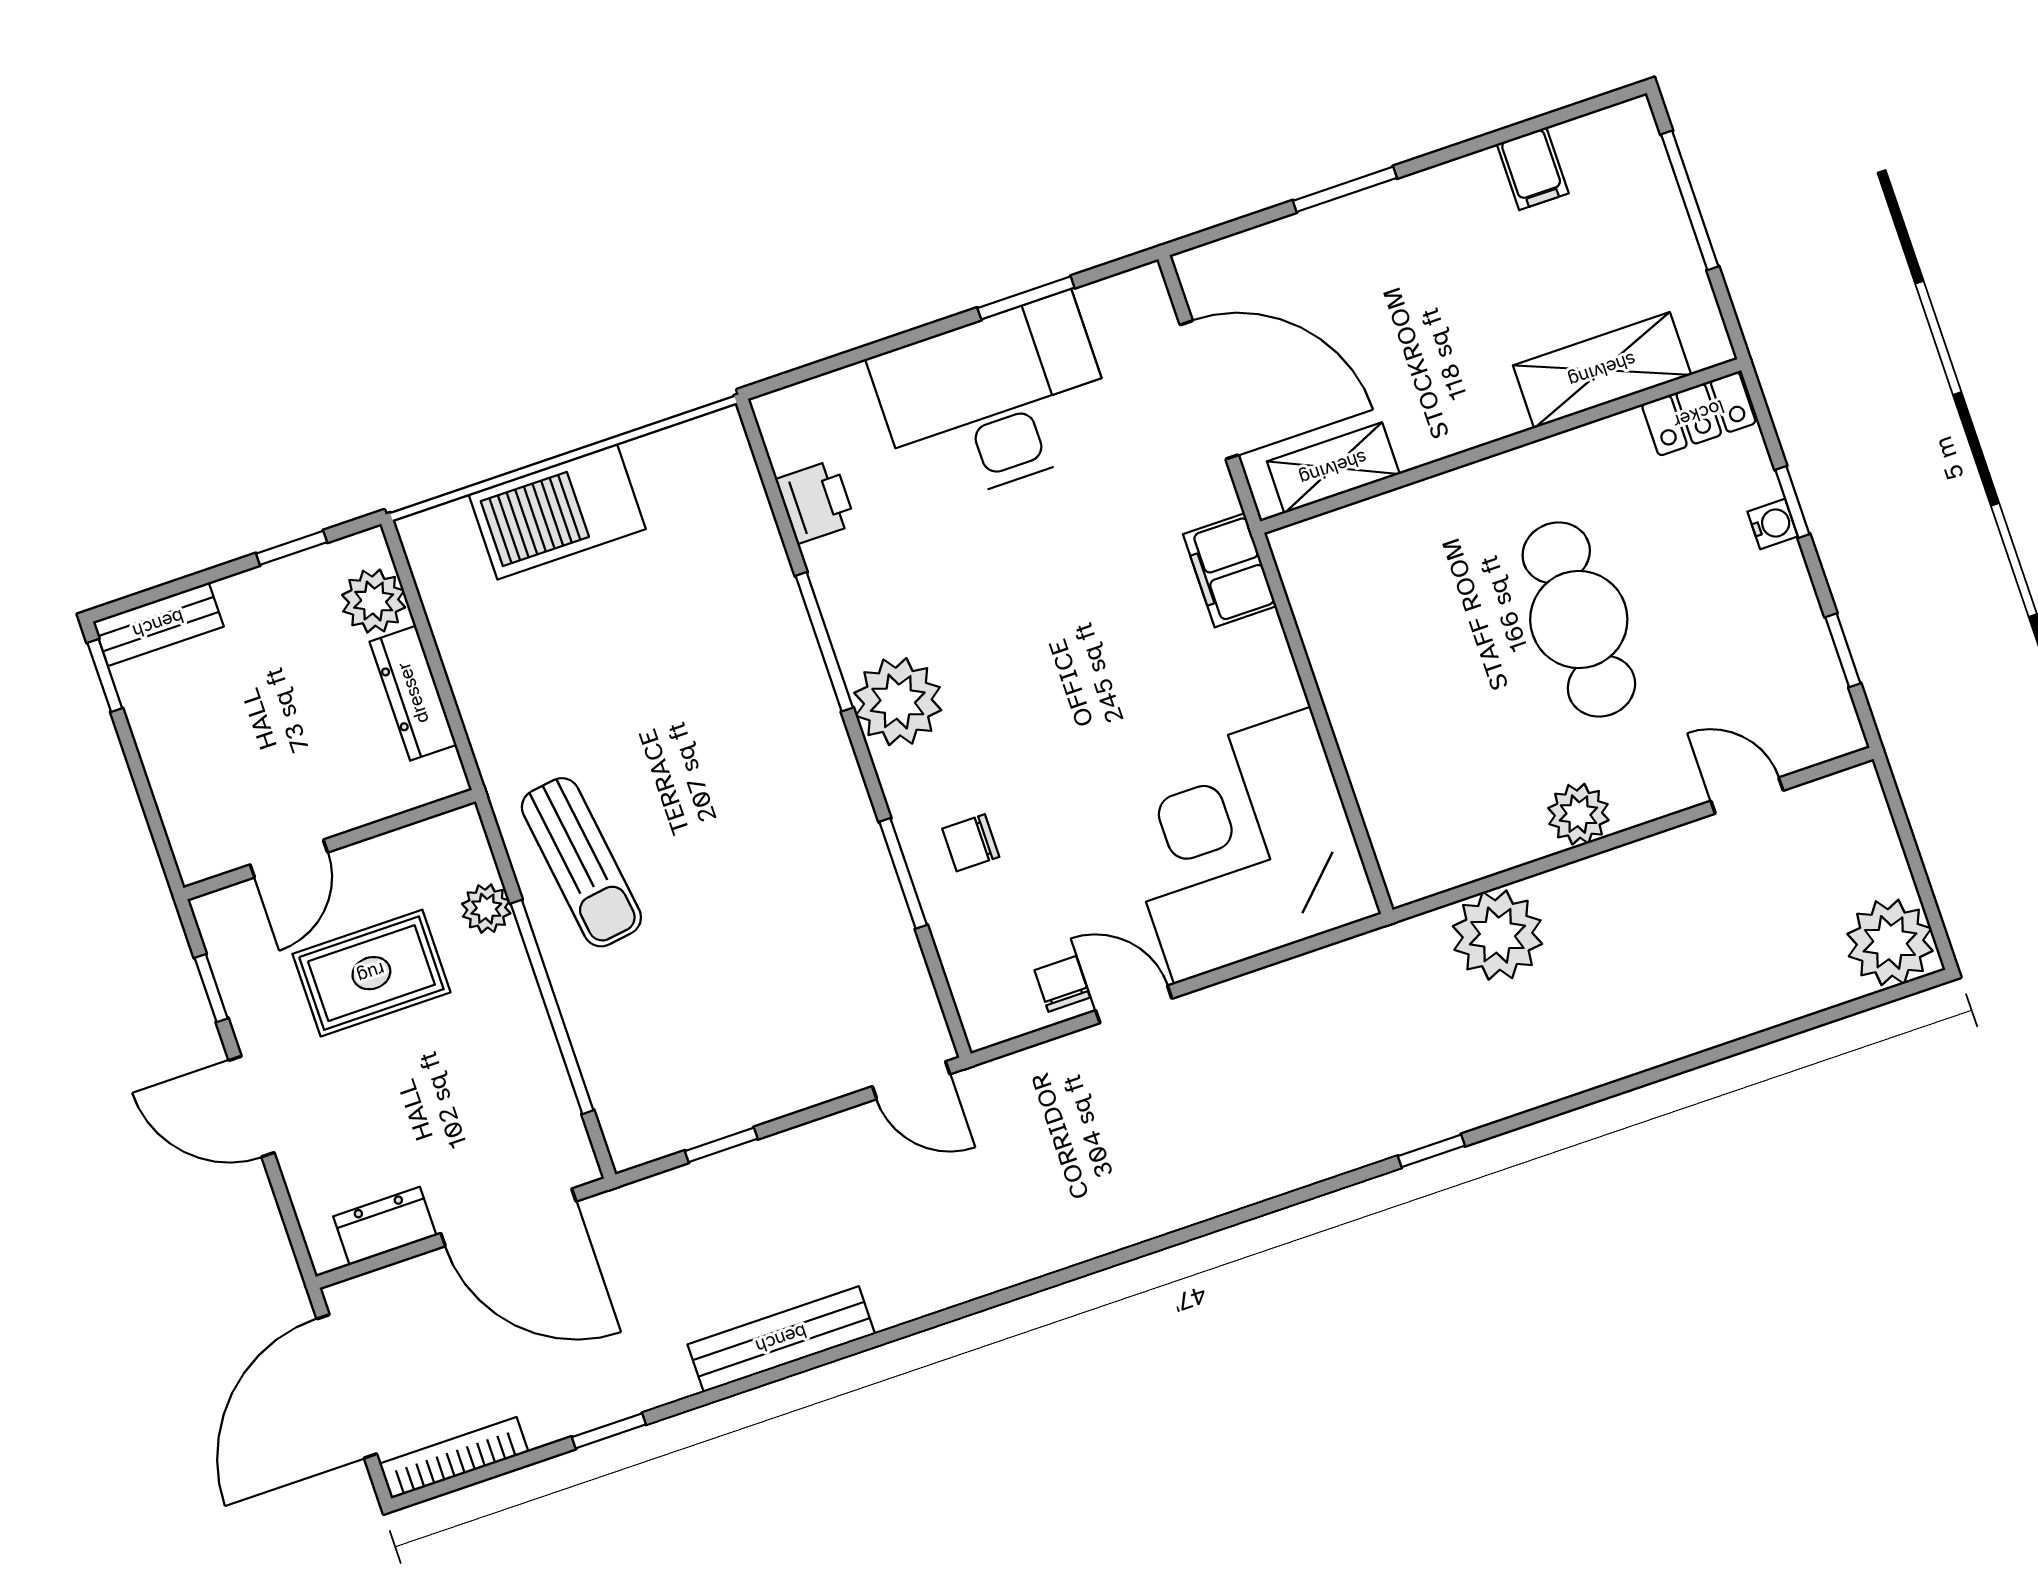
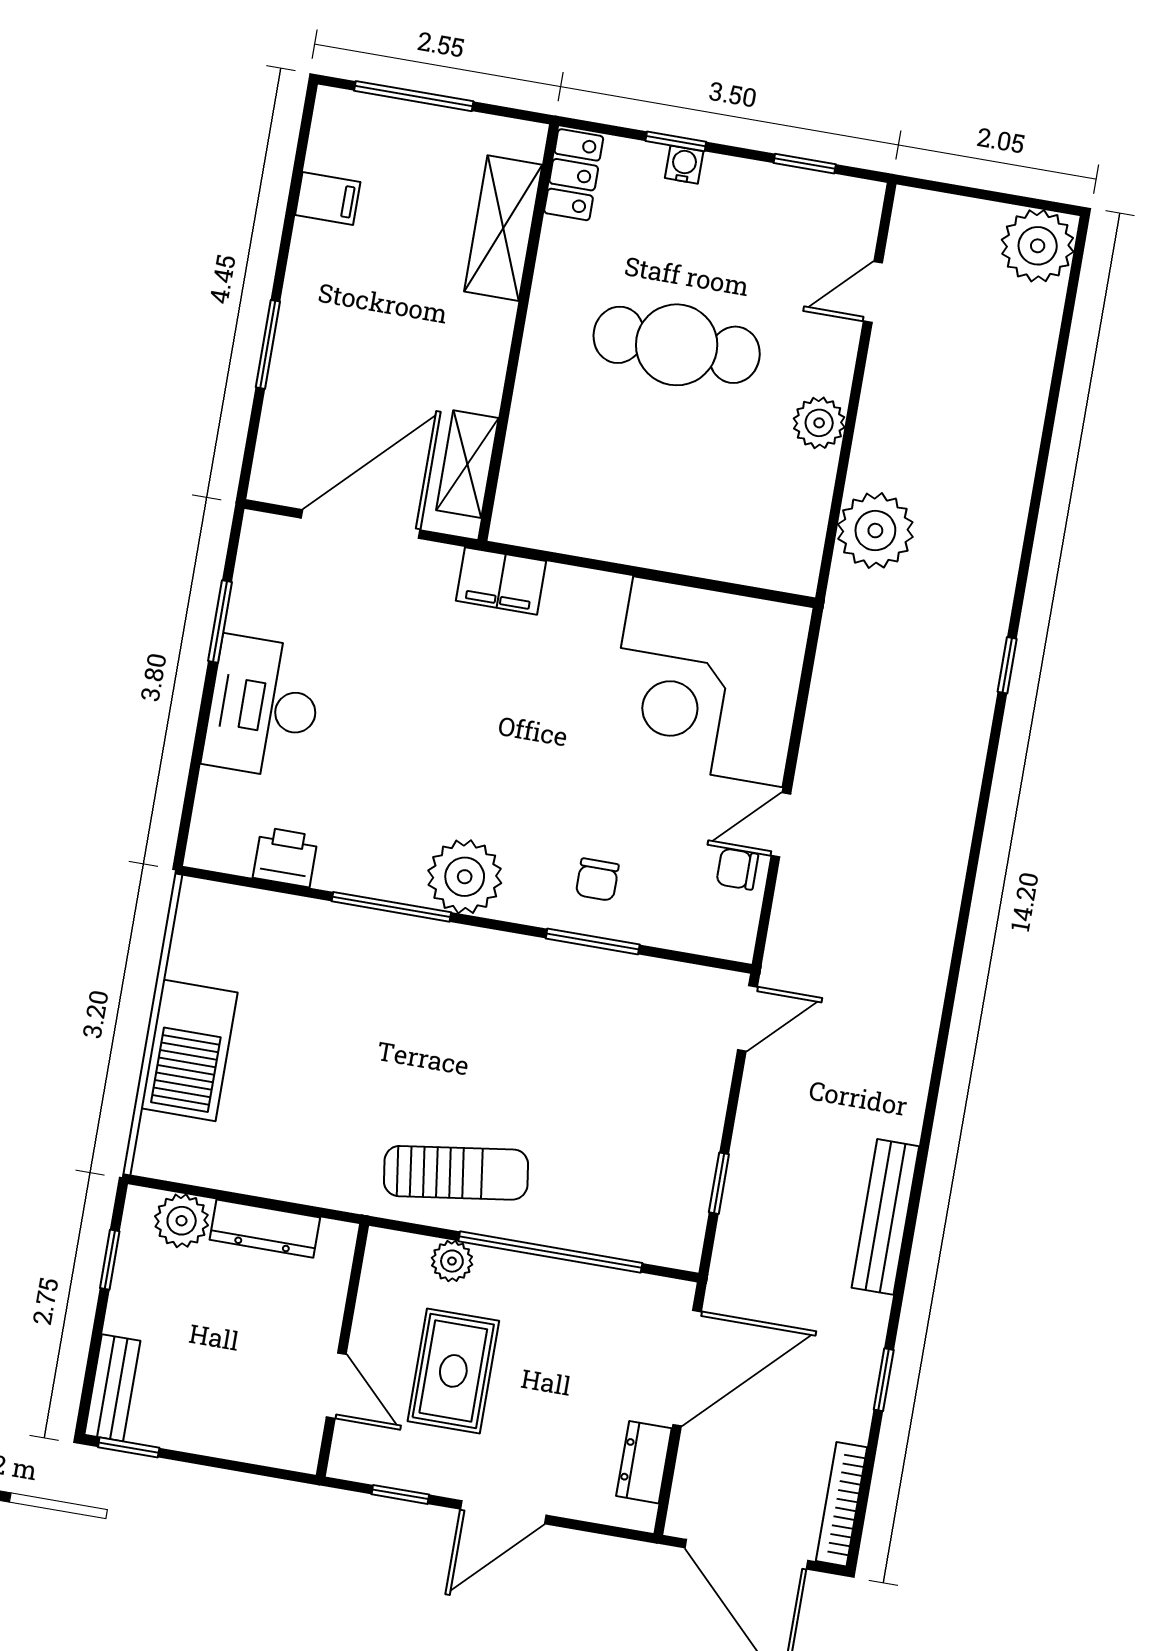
desk: (994, 401) -> (263, 707), width x0.73, depth x0.77

